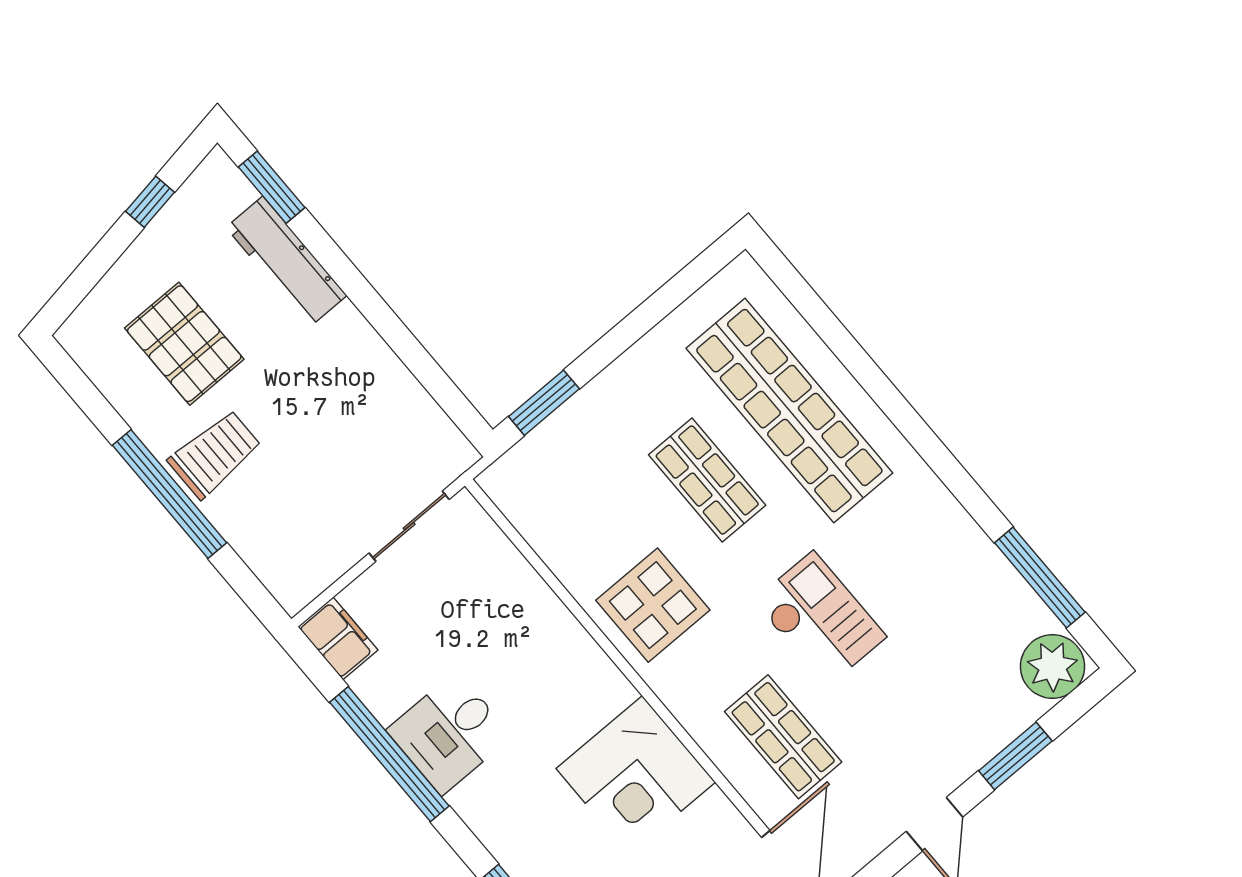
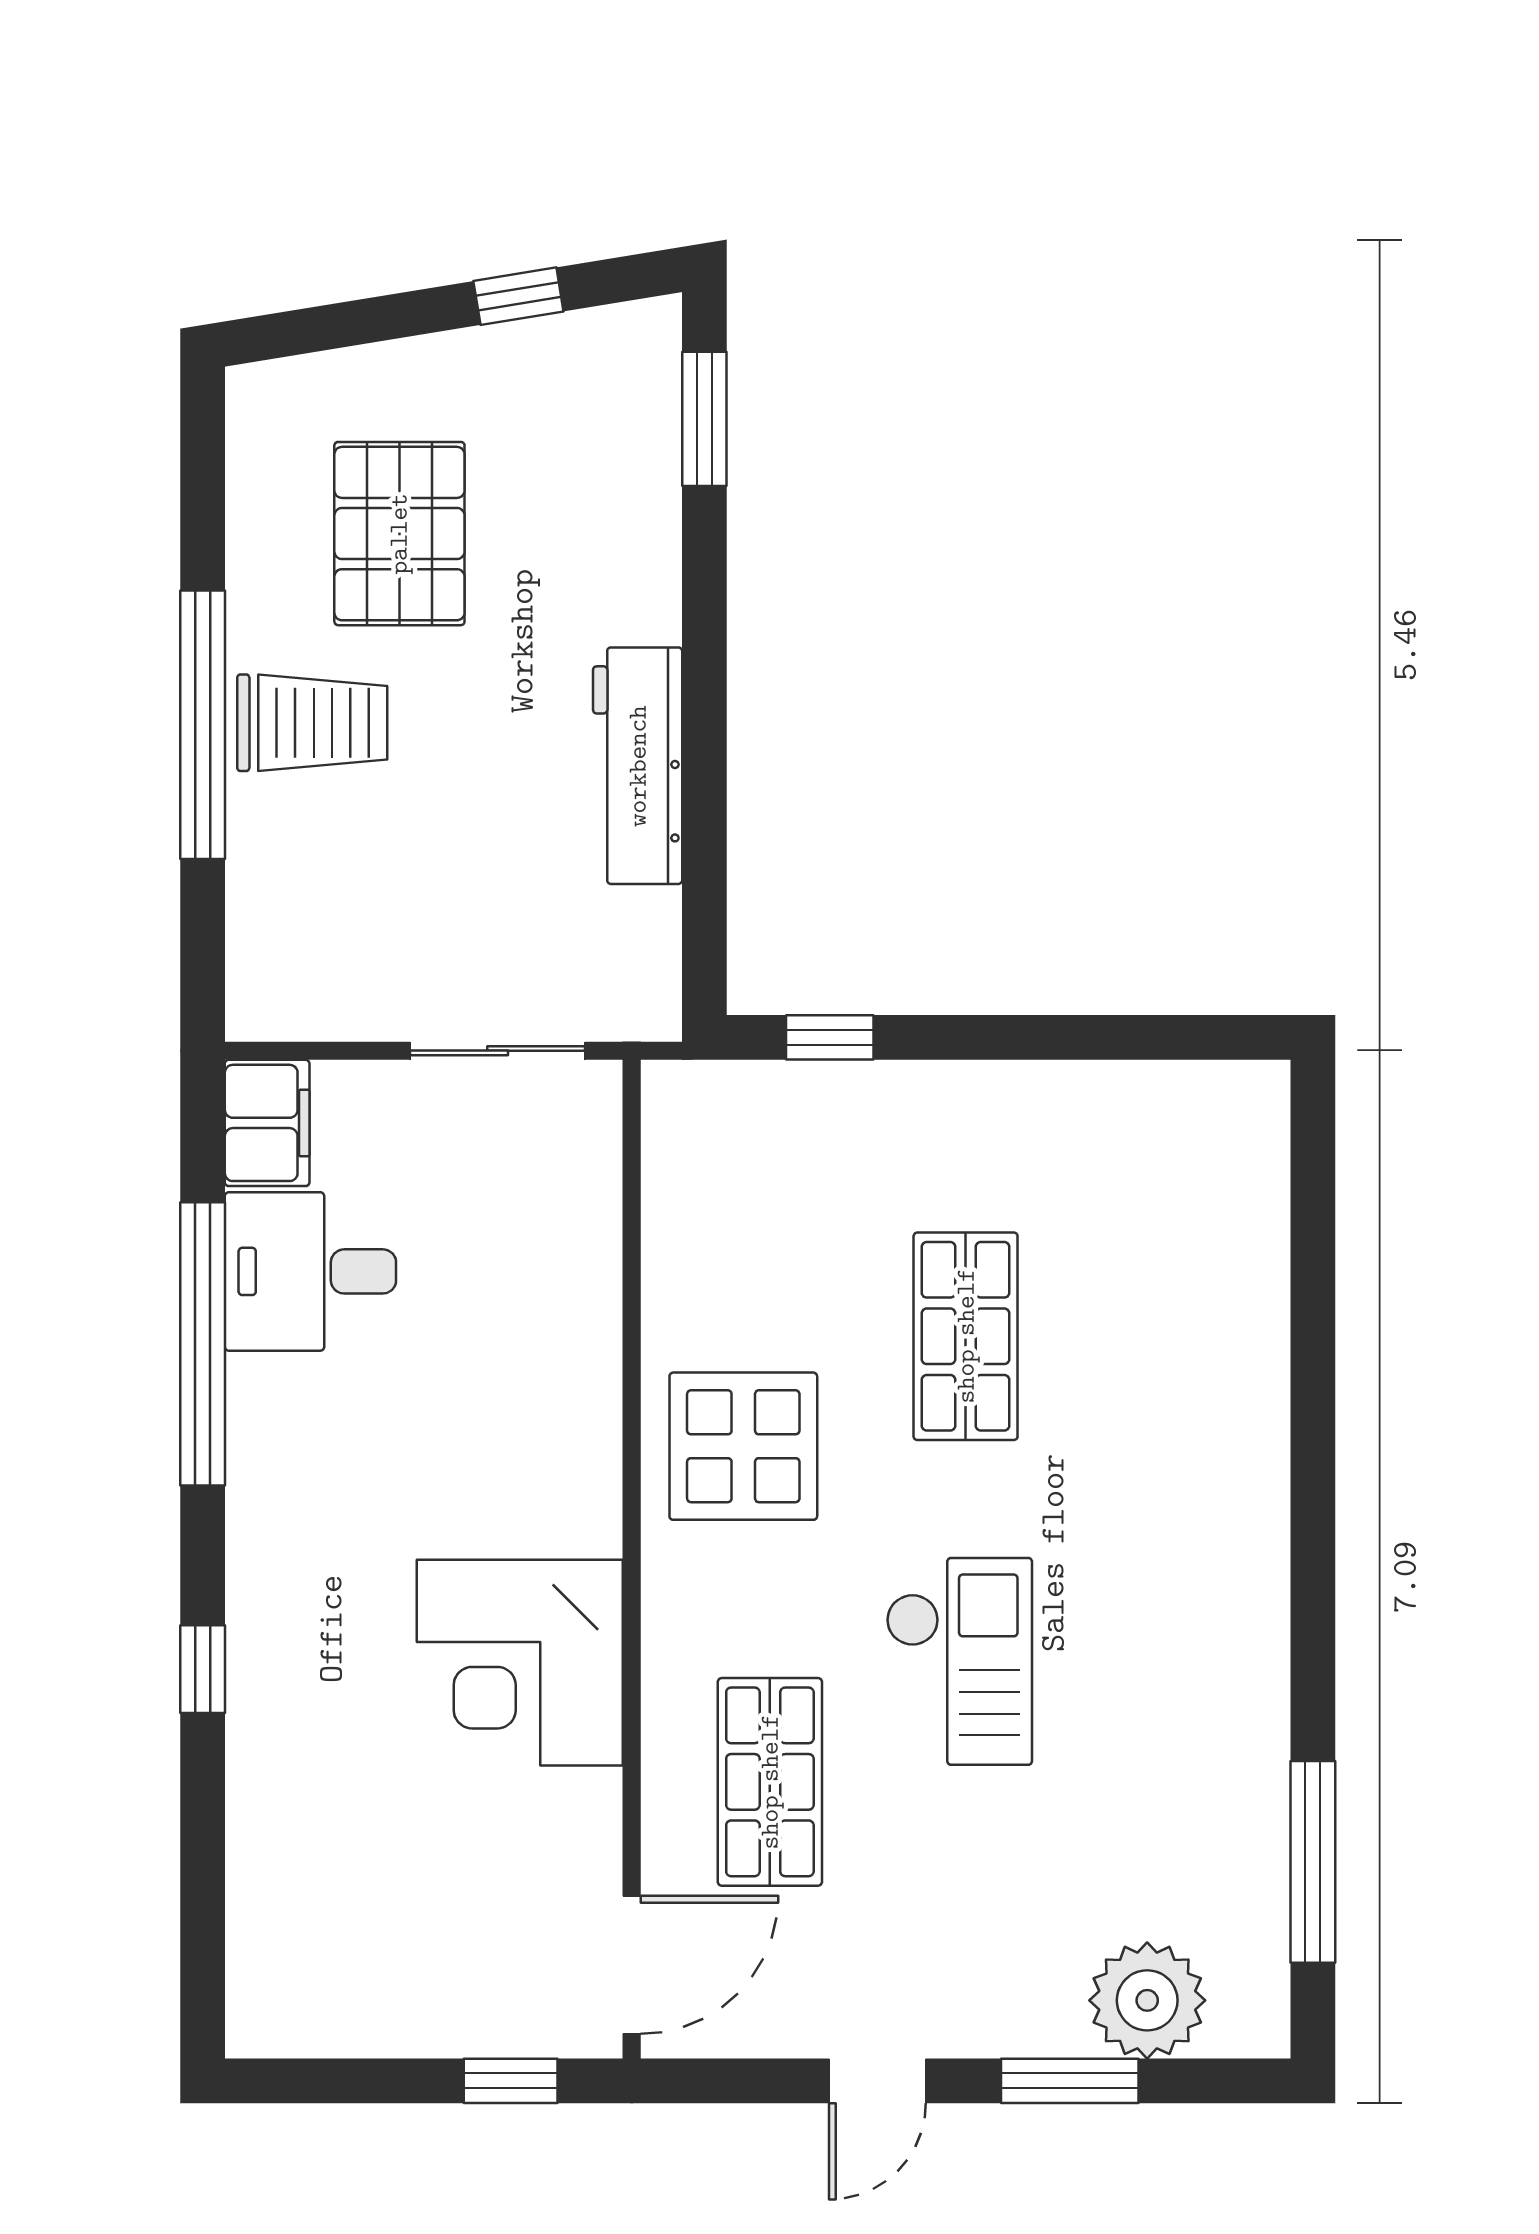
workbench: (286, 262) -> (638, 766), moved
window: (544, 403) -> (830, 1037), width x0.67
shop shelf: (789, 411) -> (1161, 1336), removed
plant: (1053, 667) -> (1147, 2000), moved
desk: (449, 733) -> (310, 1271), moved

